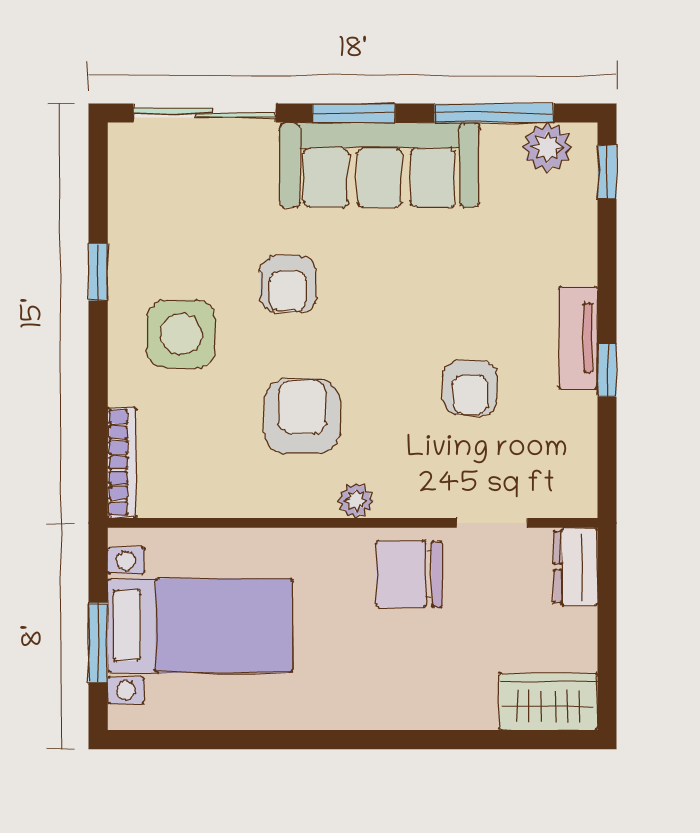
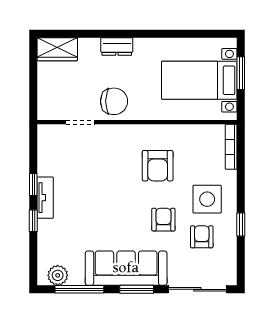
window: (607, 172) -> (33, 221), moved
armchair: (470, 388) -> (202, 237), moved
plant: (356, 500) -> (136, 131), removed
dresser: (576, 567) -> (117, 47), moved, turned 90

